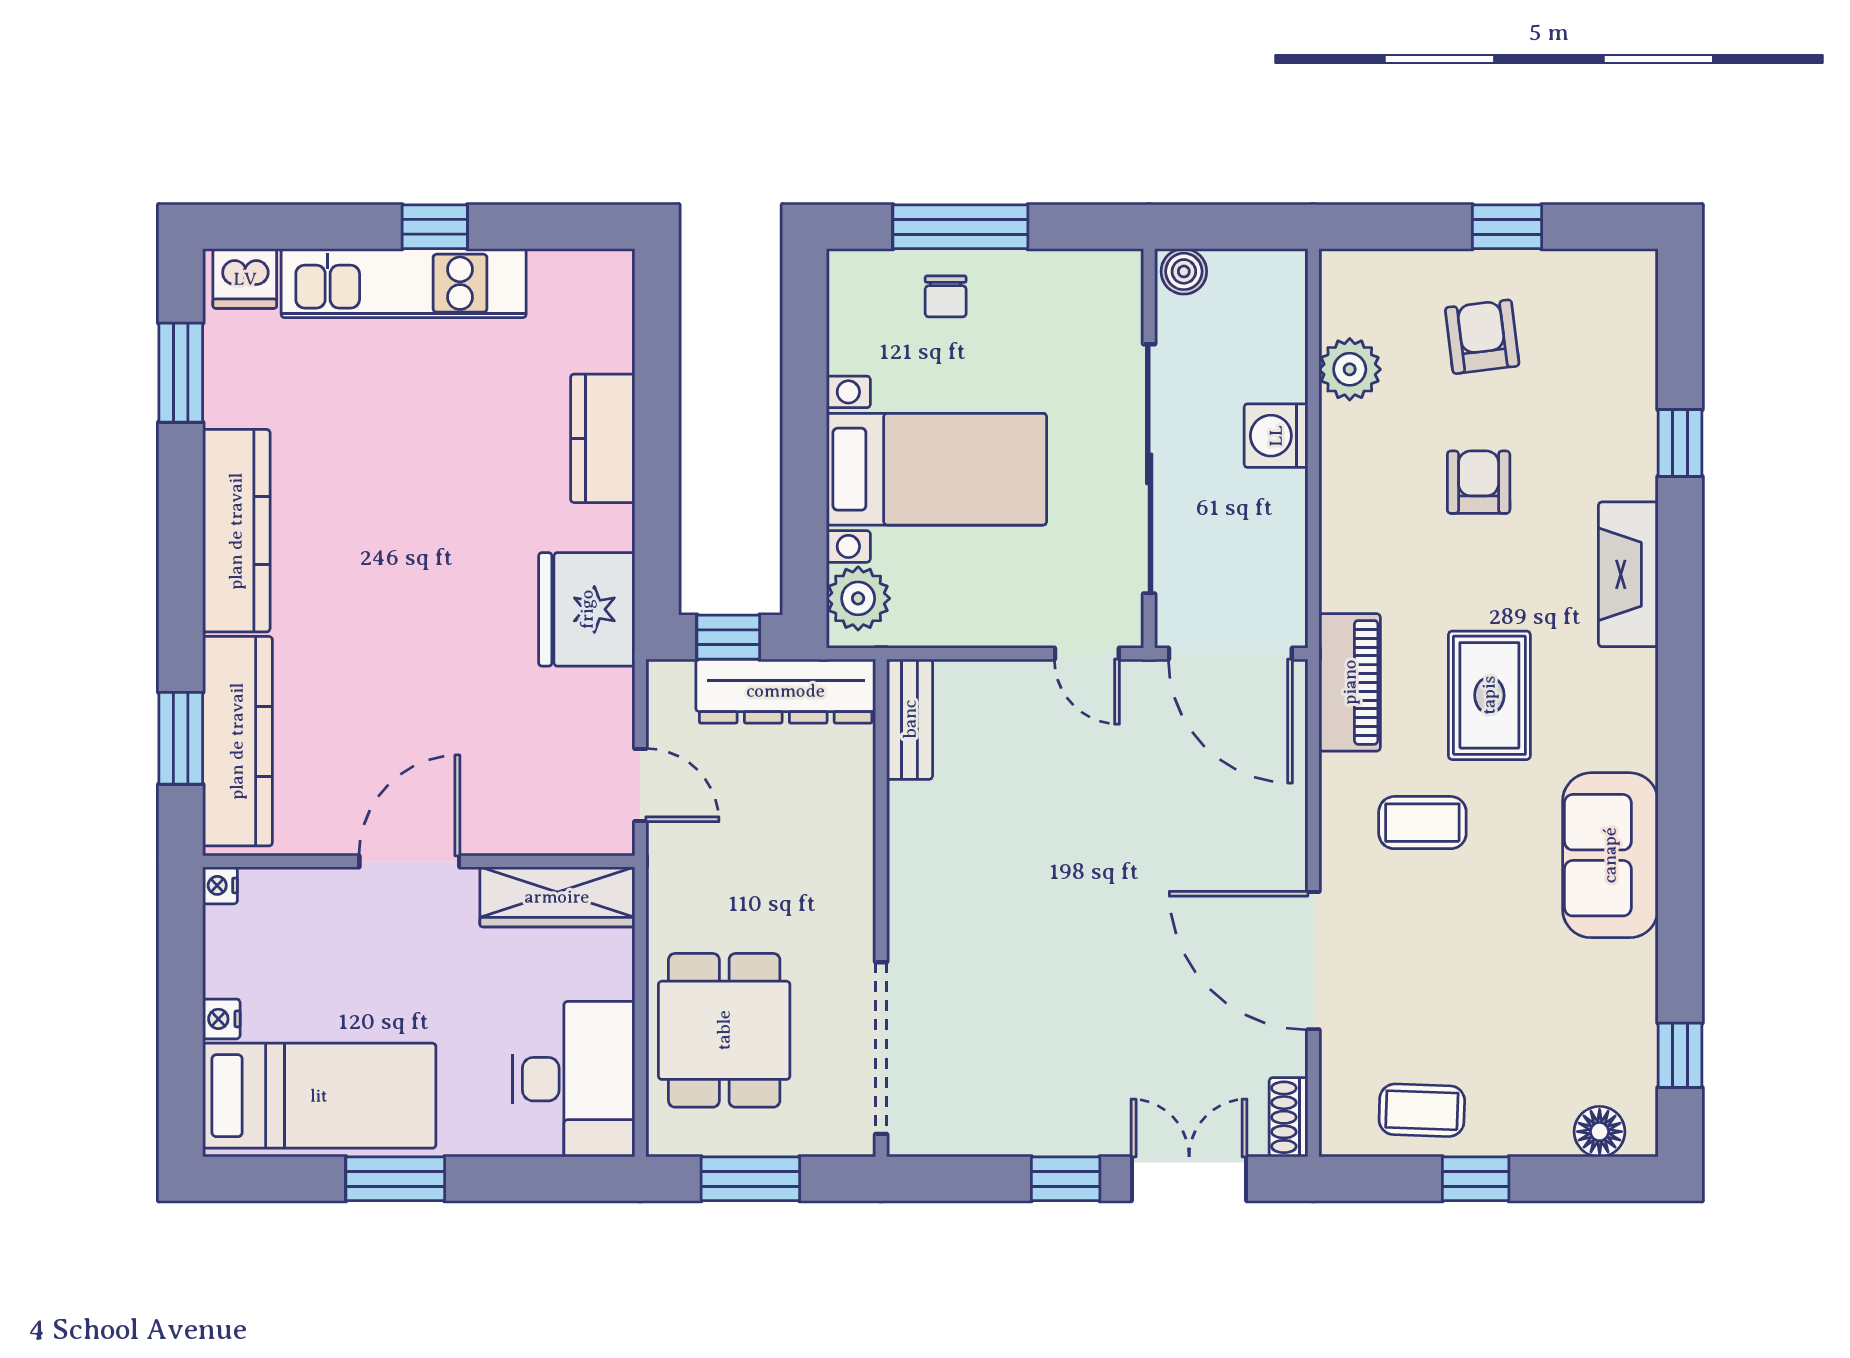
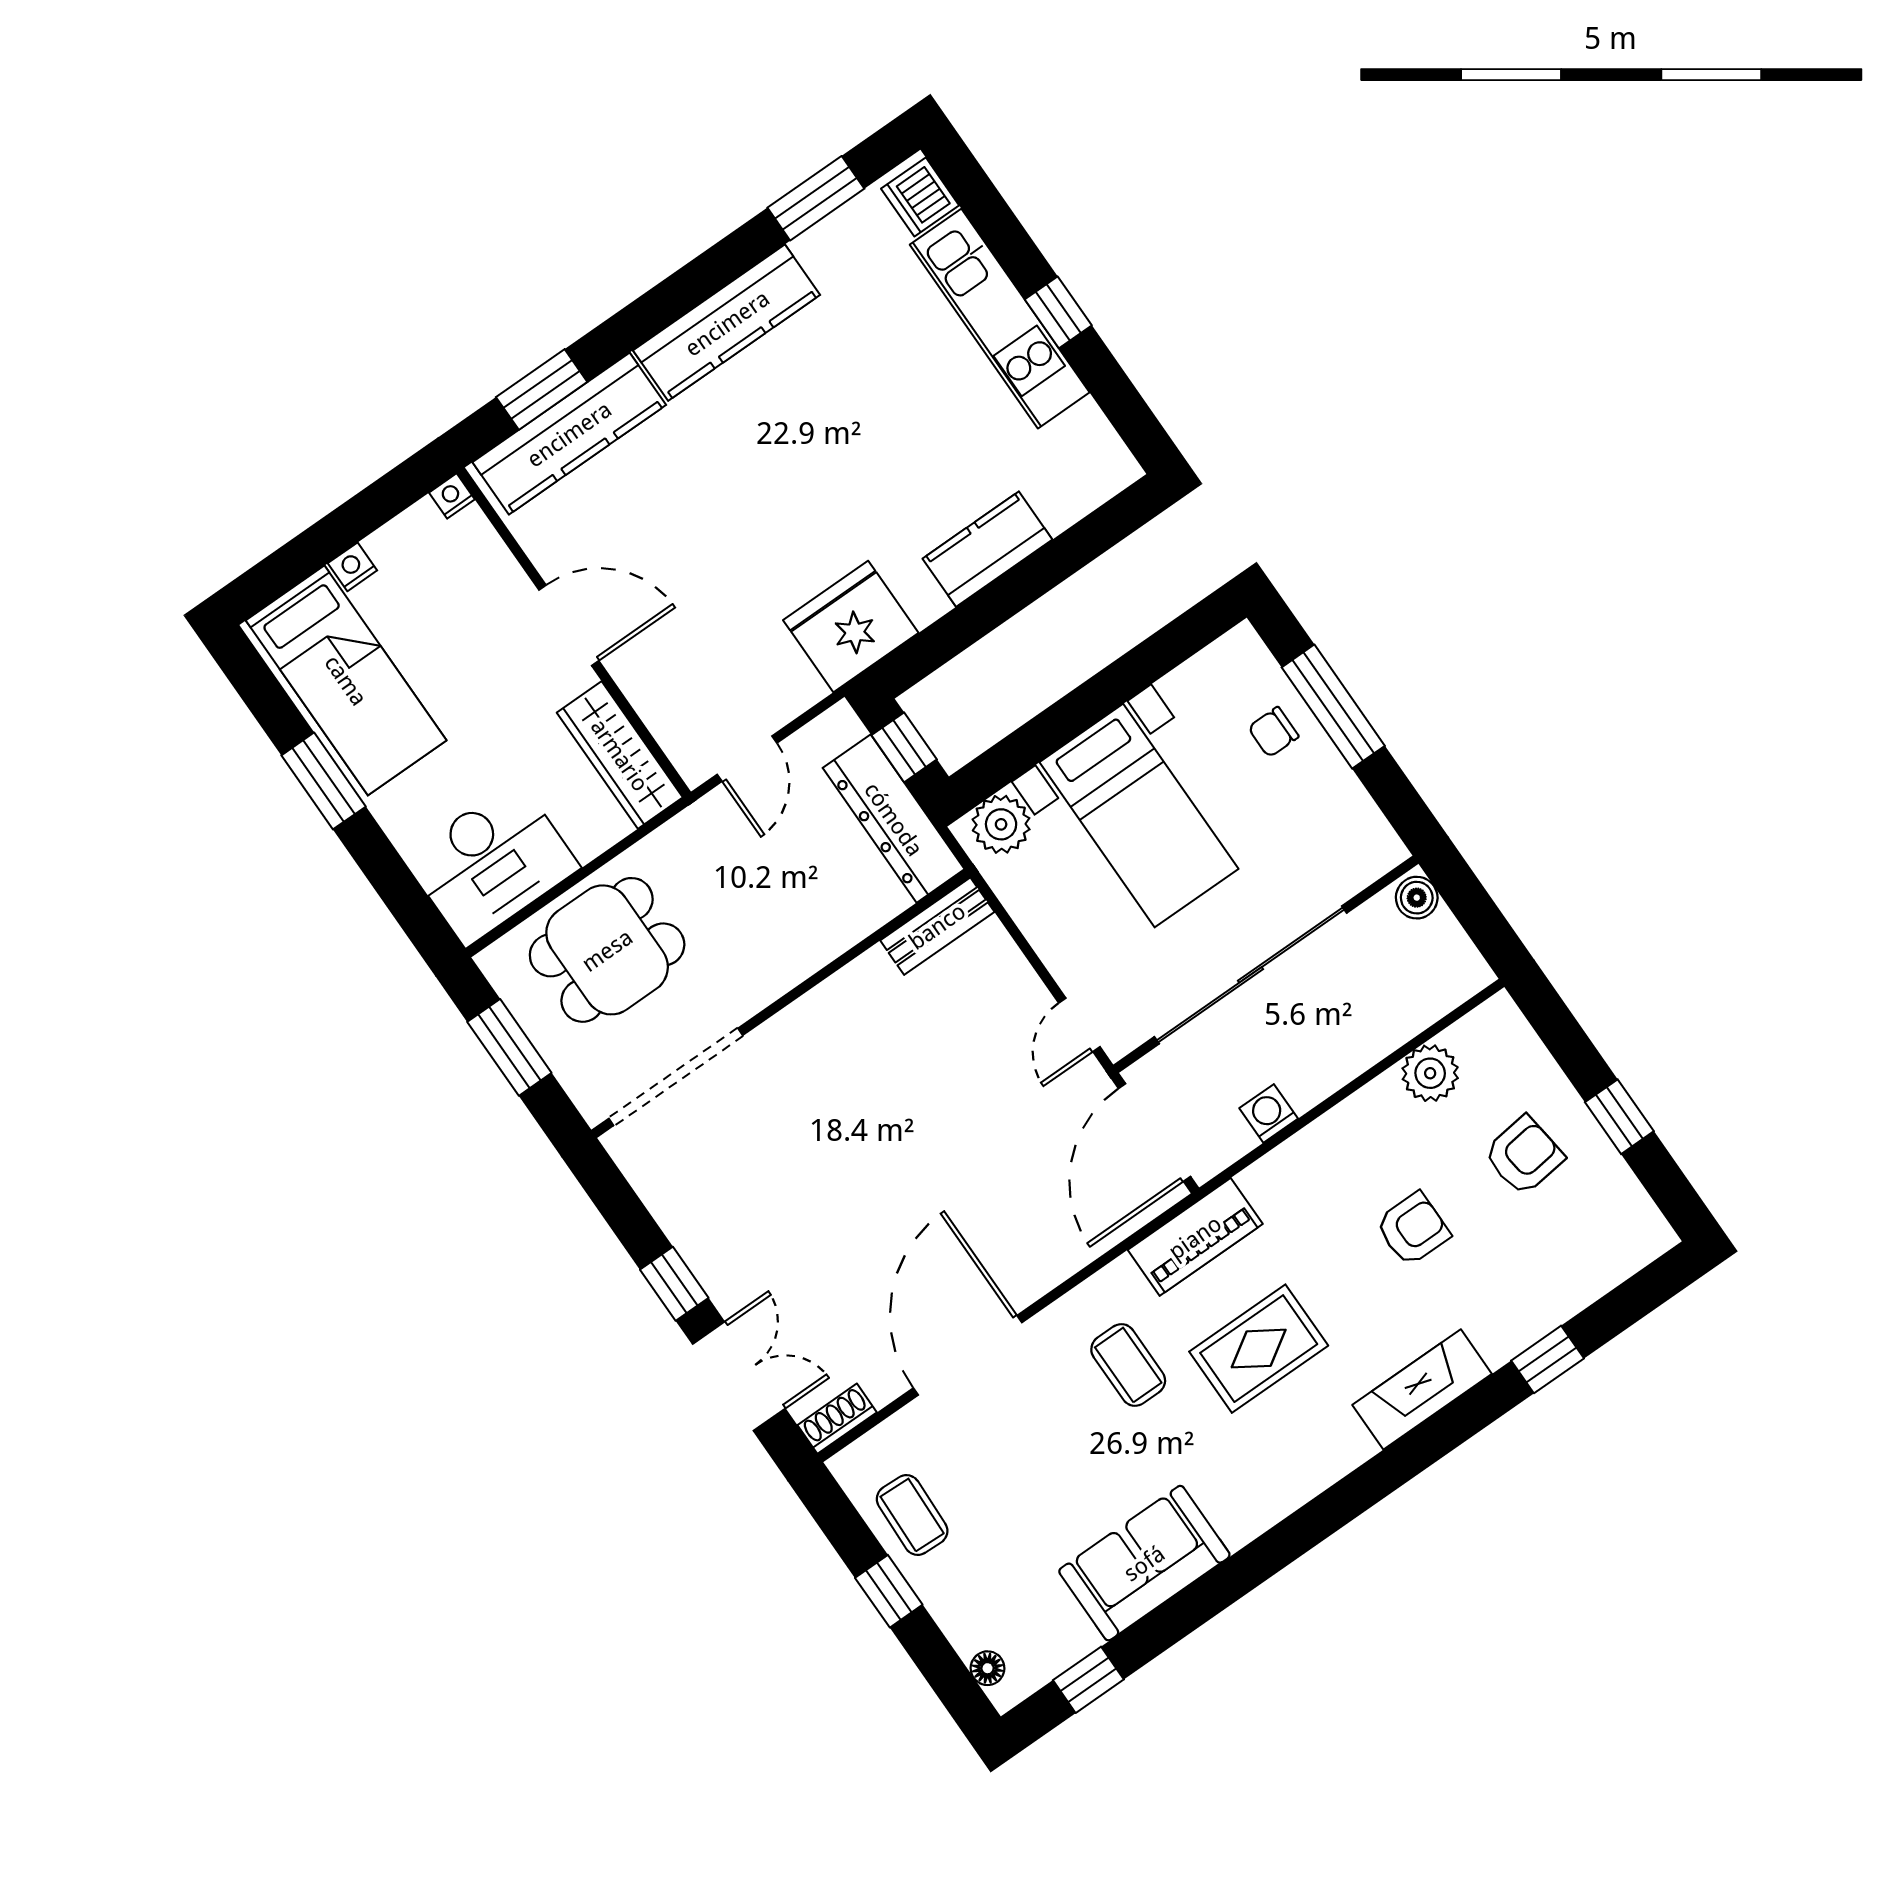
washing machine: (1276, 436) -> (1269, 1113), moved, width x0.73, depth x0.73
sofa: (1610, 855) -> (1144, 1563), moved
floor lamp: (1600, 1132) -> (988, 1668), width x0.73, depth x0.73

